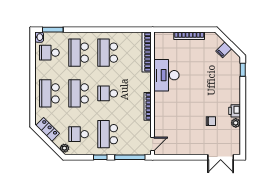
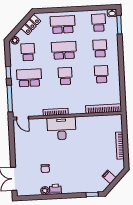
school desk: (78, 53) -> (100, 48), width x0.54
school desk: (108, 53) -> (101, 74), width x0.54
desk: (166, 75) -> (62, 128), moved

